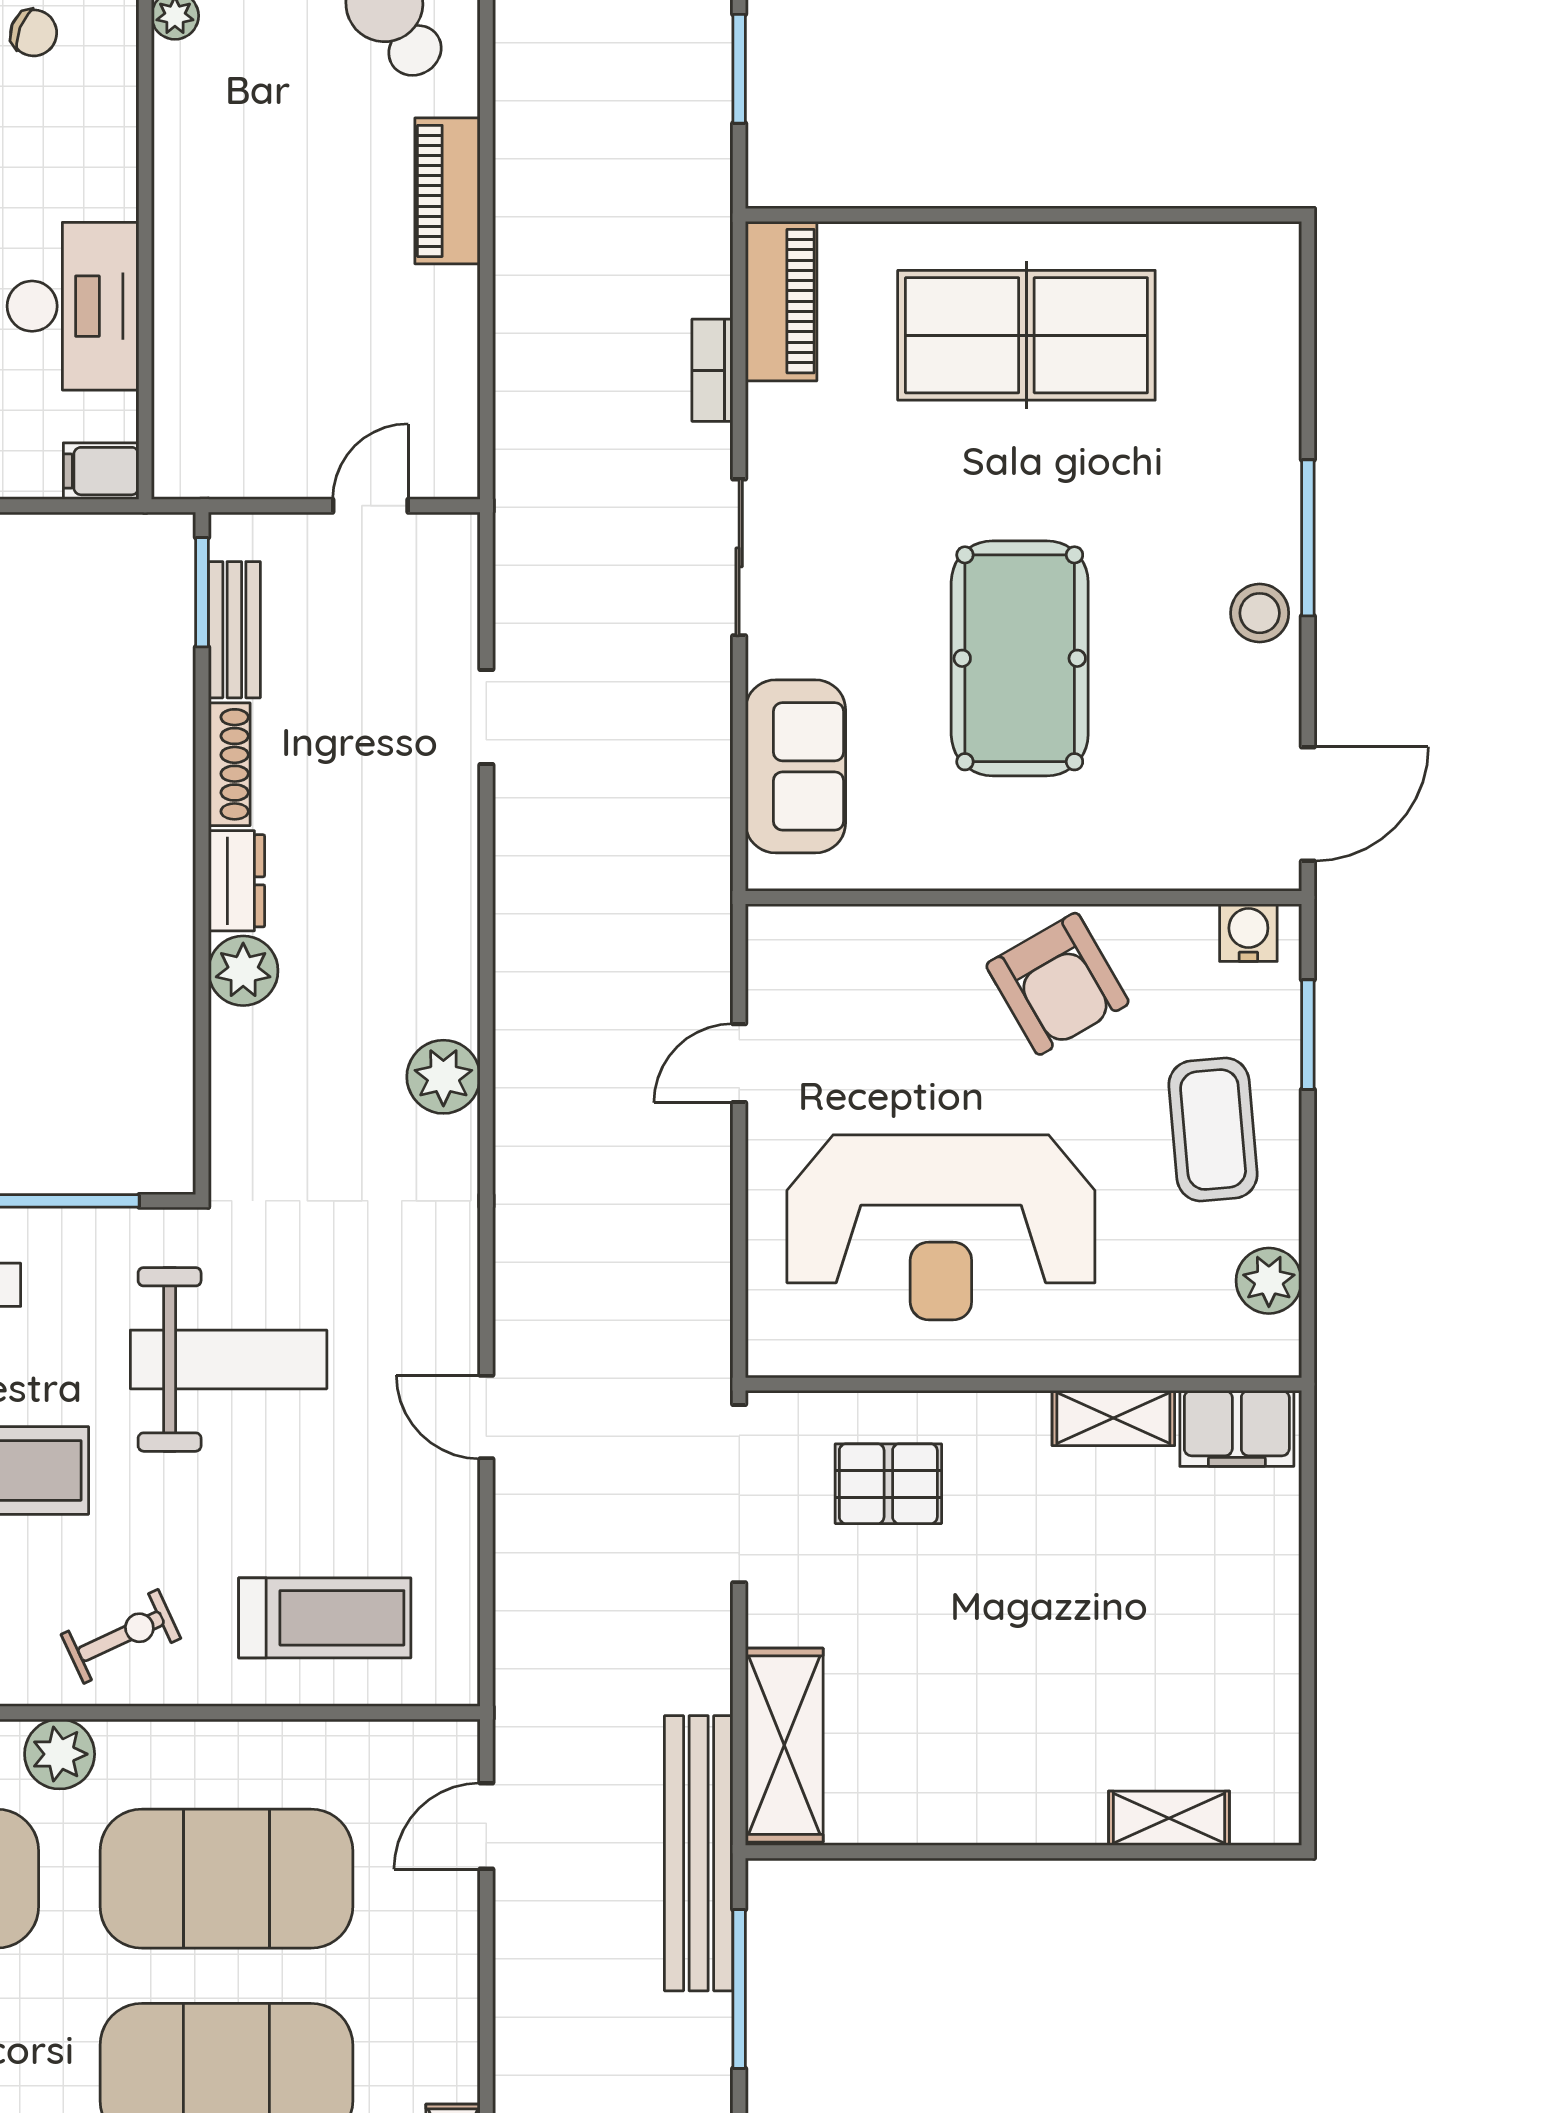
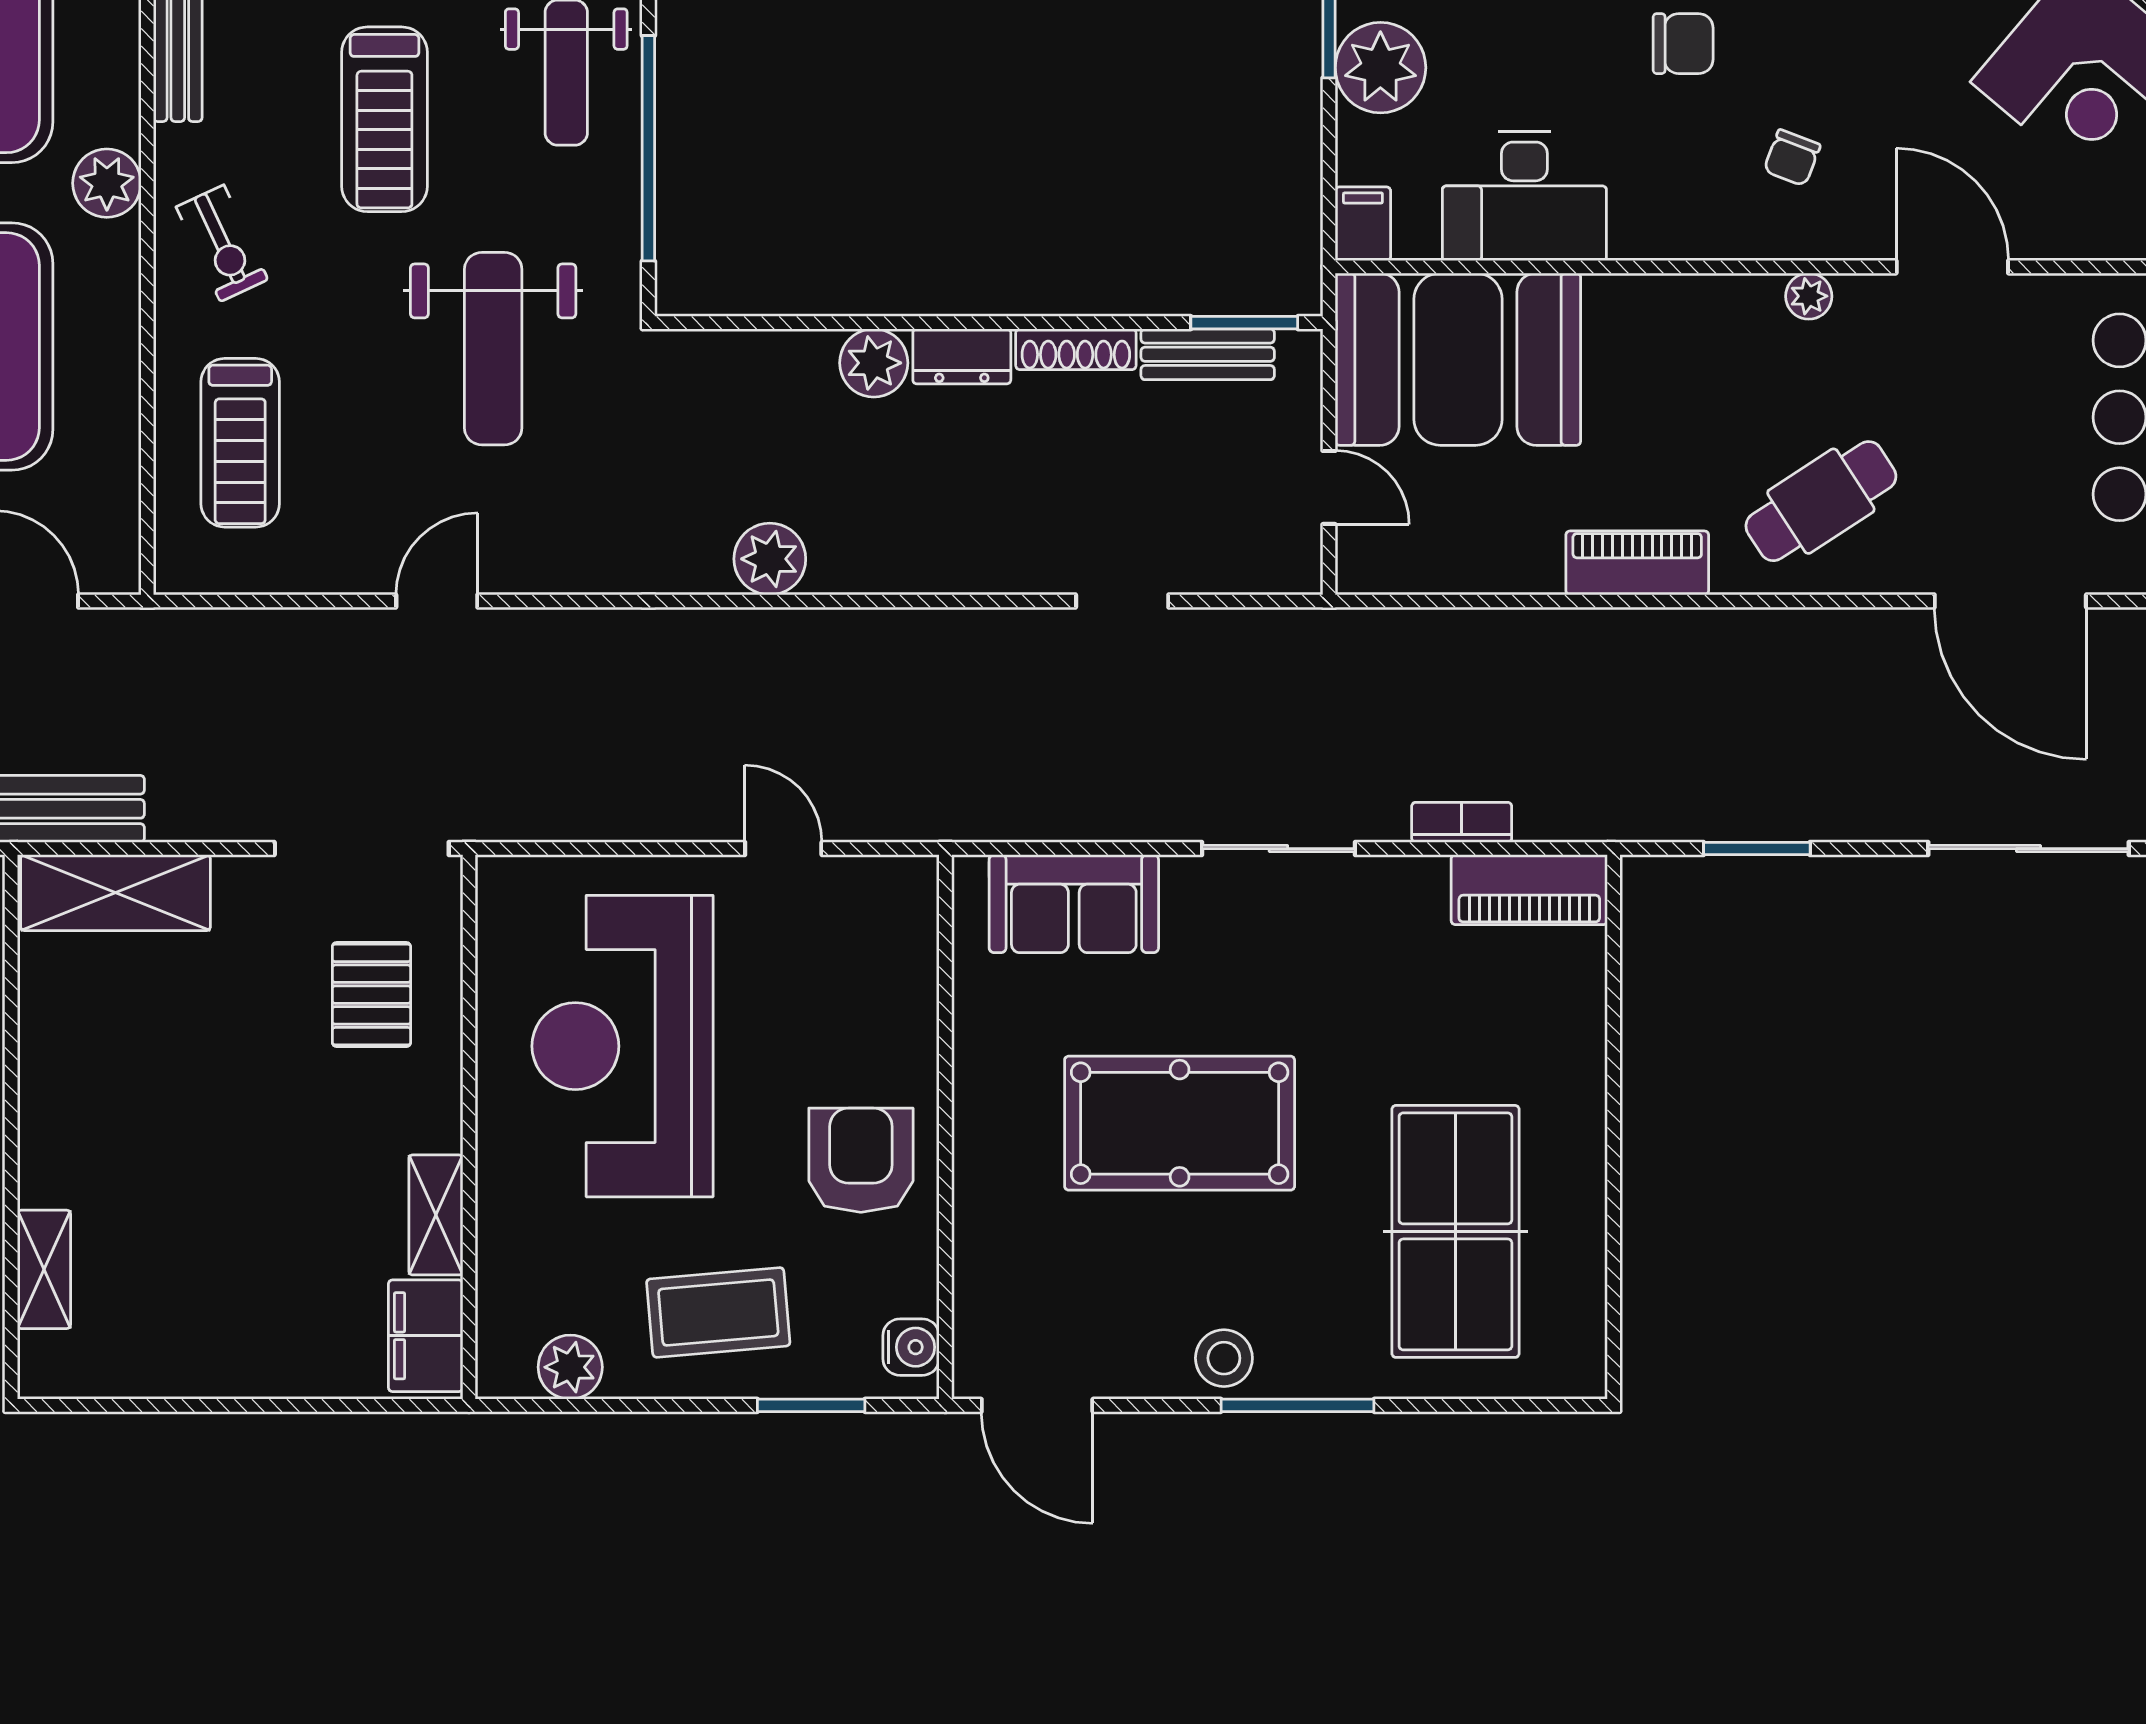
table tennis table: (1026, 335) -> (1455, 1231), moved
booth: (239, 374) -> (1458, 359), added
armchair: (1057, 984) -> (861, 1160), turned 120

